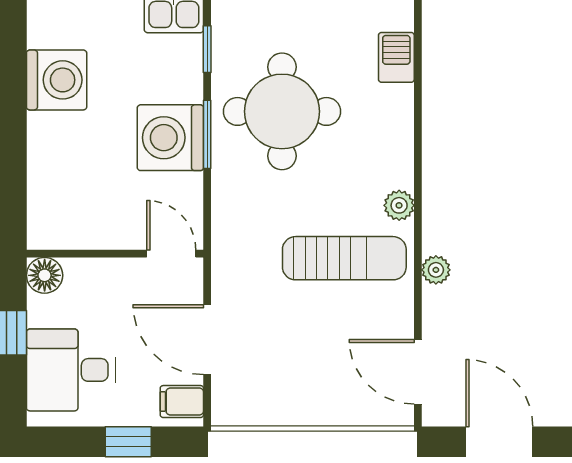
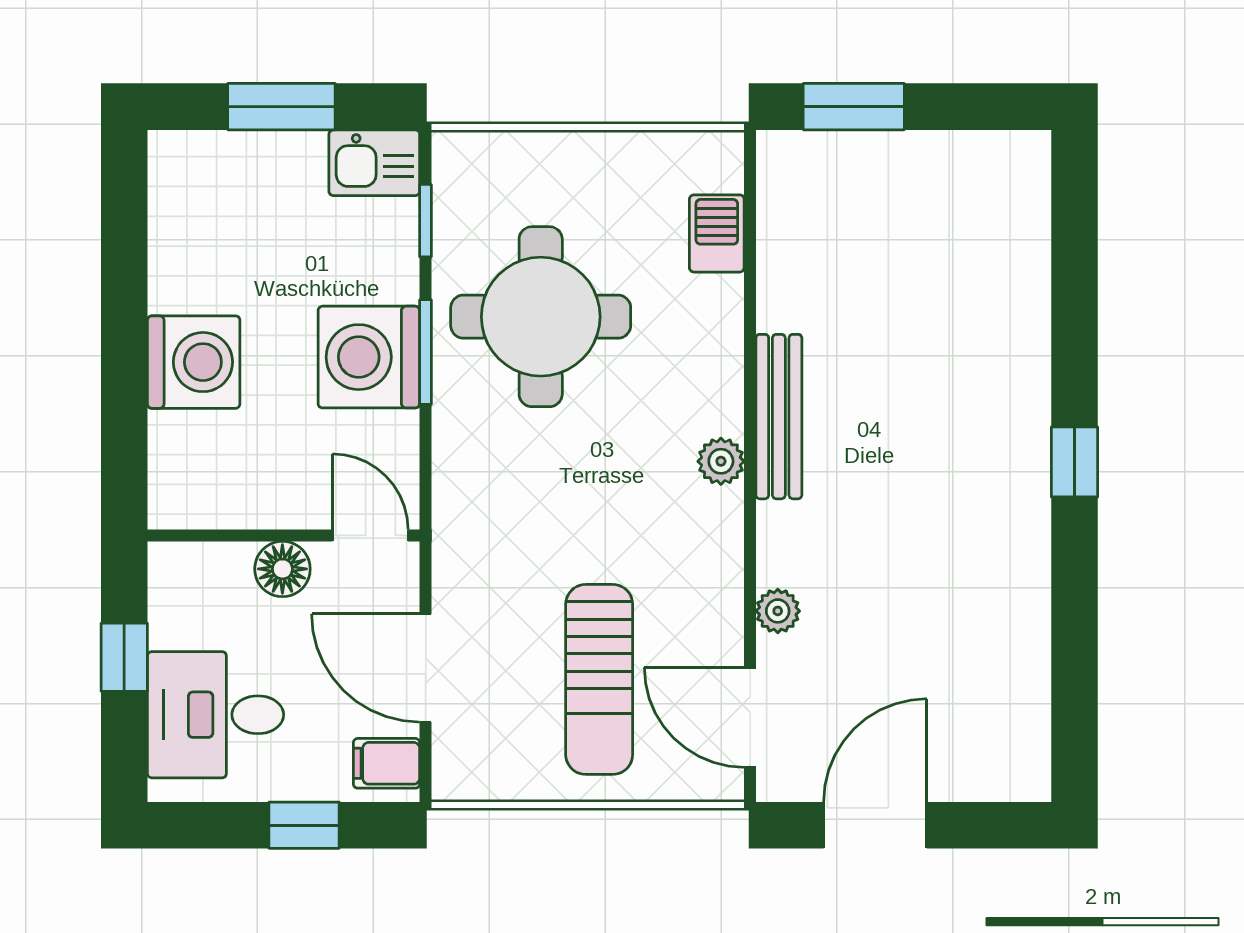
washing machine: (57, 80) -> (194, 362), moved
bench: (437, 176) -> (779, 417), added
sun lounger: (344, 258) -> (599, 679), moved, turned 90
plant: (436, 270) -> (778, 611), moved
floor lamp: (45, 275) -> (282, 569), moved
door: (499, 442) -> (875, 825), hinge flipped

